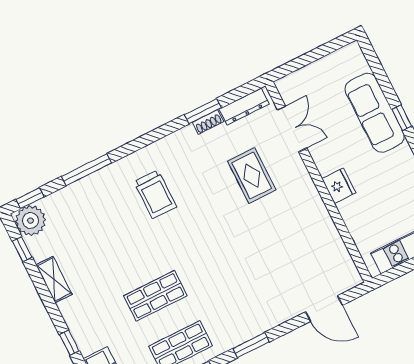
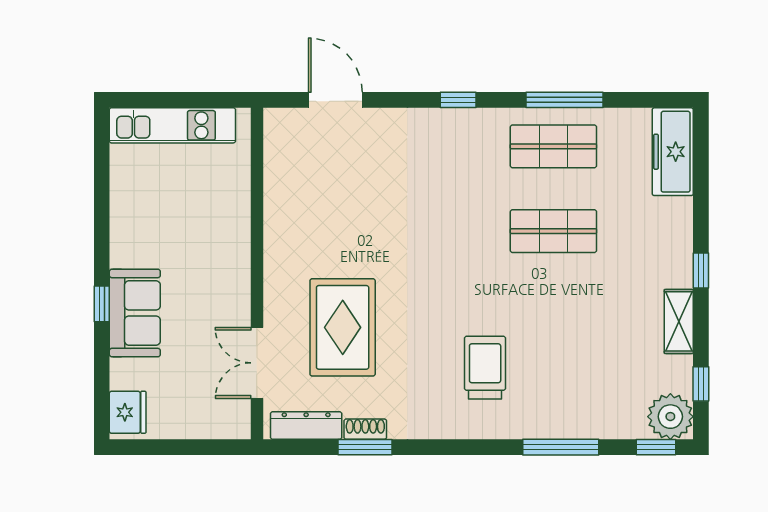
sofa: (375, 113) -> (135, 313), width x0.73
rug: (252, 176) -> (343, 327), width x1.36, depth x1.43
fridge: (339, 186) -> (128, 412), moved, turned 180
window: (69, 343) -> (701, 270), moved
window: (251, 345) -> (458, 100), width x0.67

